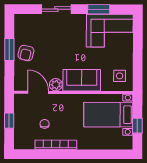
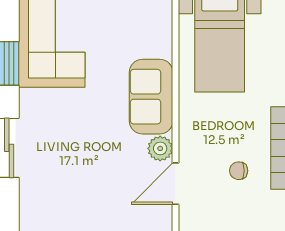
armchair: (26, 53) -> (97, 208), removed
side table: (120, 76) -> (142, 21), removed

